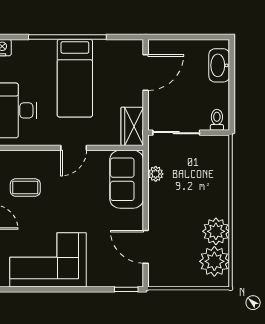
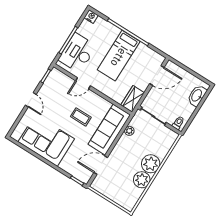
door: (74, 148) -> (83, 83), moved
sofa: (127, 179) -> (109, 130), width x1.36
coffee table: (25, 188) -> (81, 117), moved
door: (146, 247) -> (101, 165), hinge flipped
plant: (214, 261) -> (151, 164), moved

